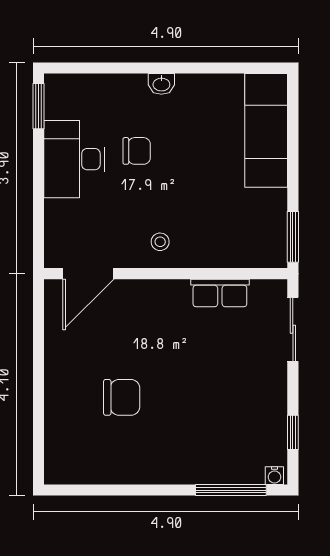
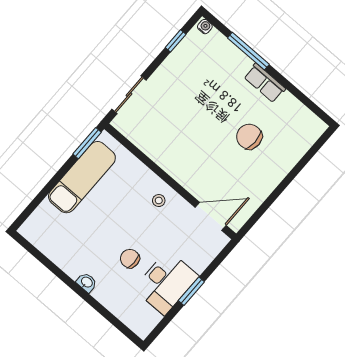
window: (39, 106) -> (191, 291), moved
exam couch: (266, 130) -> (82, 177), moved
row of seats: (220, 293) -> (265, 83), moved, turned 180
window: (231, 490) -> (248, 51), moved

